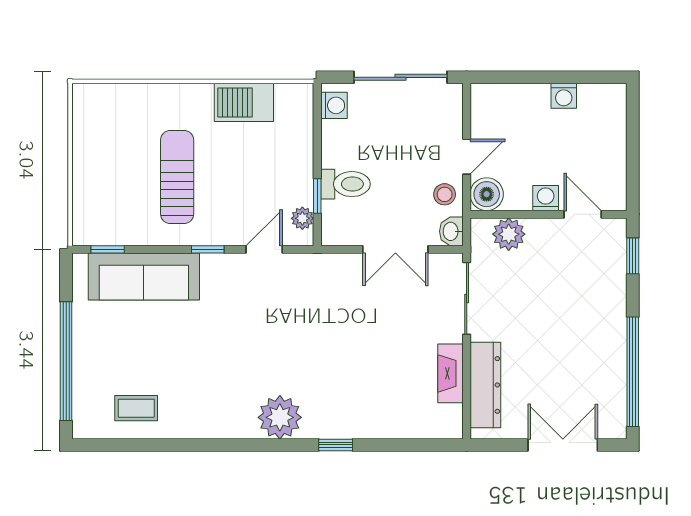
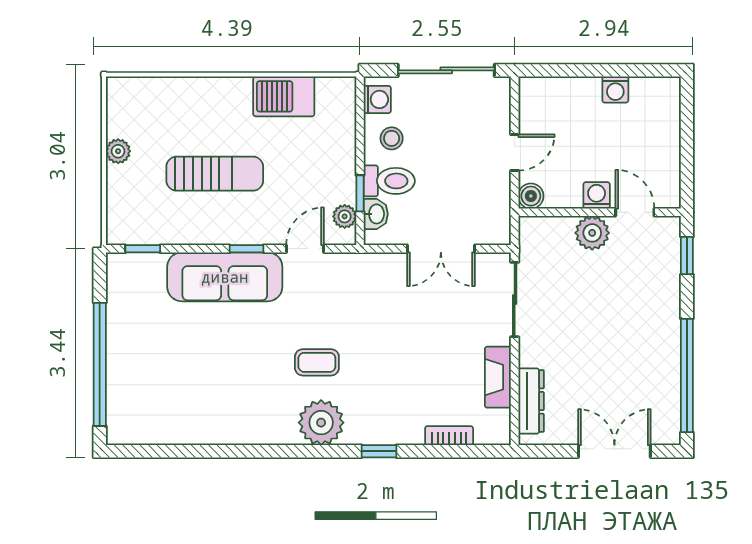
plant: (84, 155) -> (118, 151), added
sun lounger: (177, 177) -> (215, 174), turned 90
stool: (445, 194) -> (392, 138), moved
boiler: (487, 194) -> (531, 196), width x0.73, depth x0.73
washbasin: (451, 231) -> (376, 214), moved, turned 180
plant: (509, 234) -> (592, 233), moved
sofa: (144, 277) -> (225, 277), moved
dresser: (485, 385) -> (531, 401), width x0.73, depth x0.80
coffee table: (136, 408) -> (317, 362), moved
bookcase: (403, 430) -> (449, 436), added

